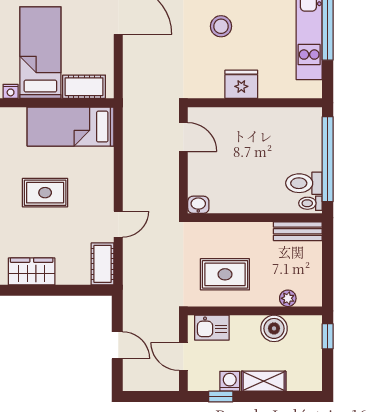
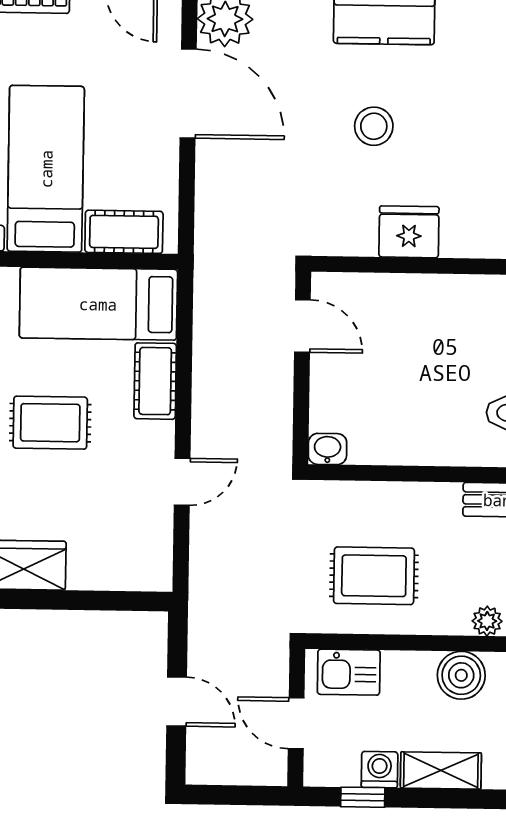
cot: (103, 264) -> (155, 381), moved

